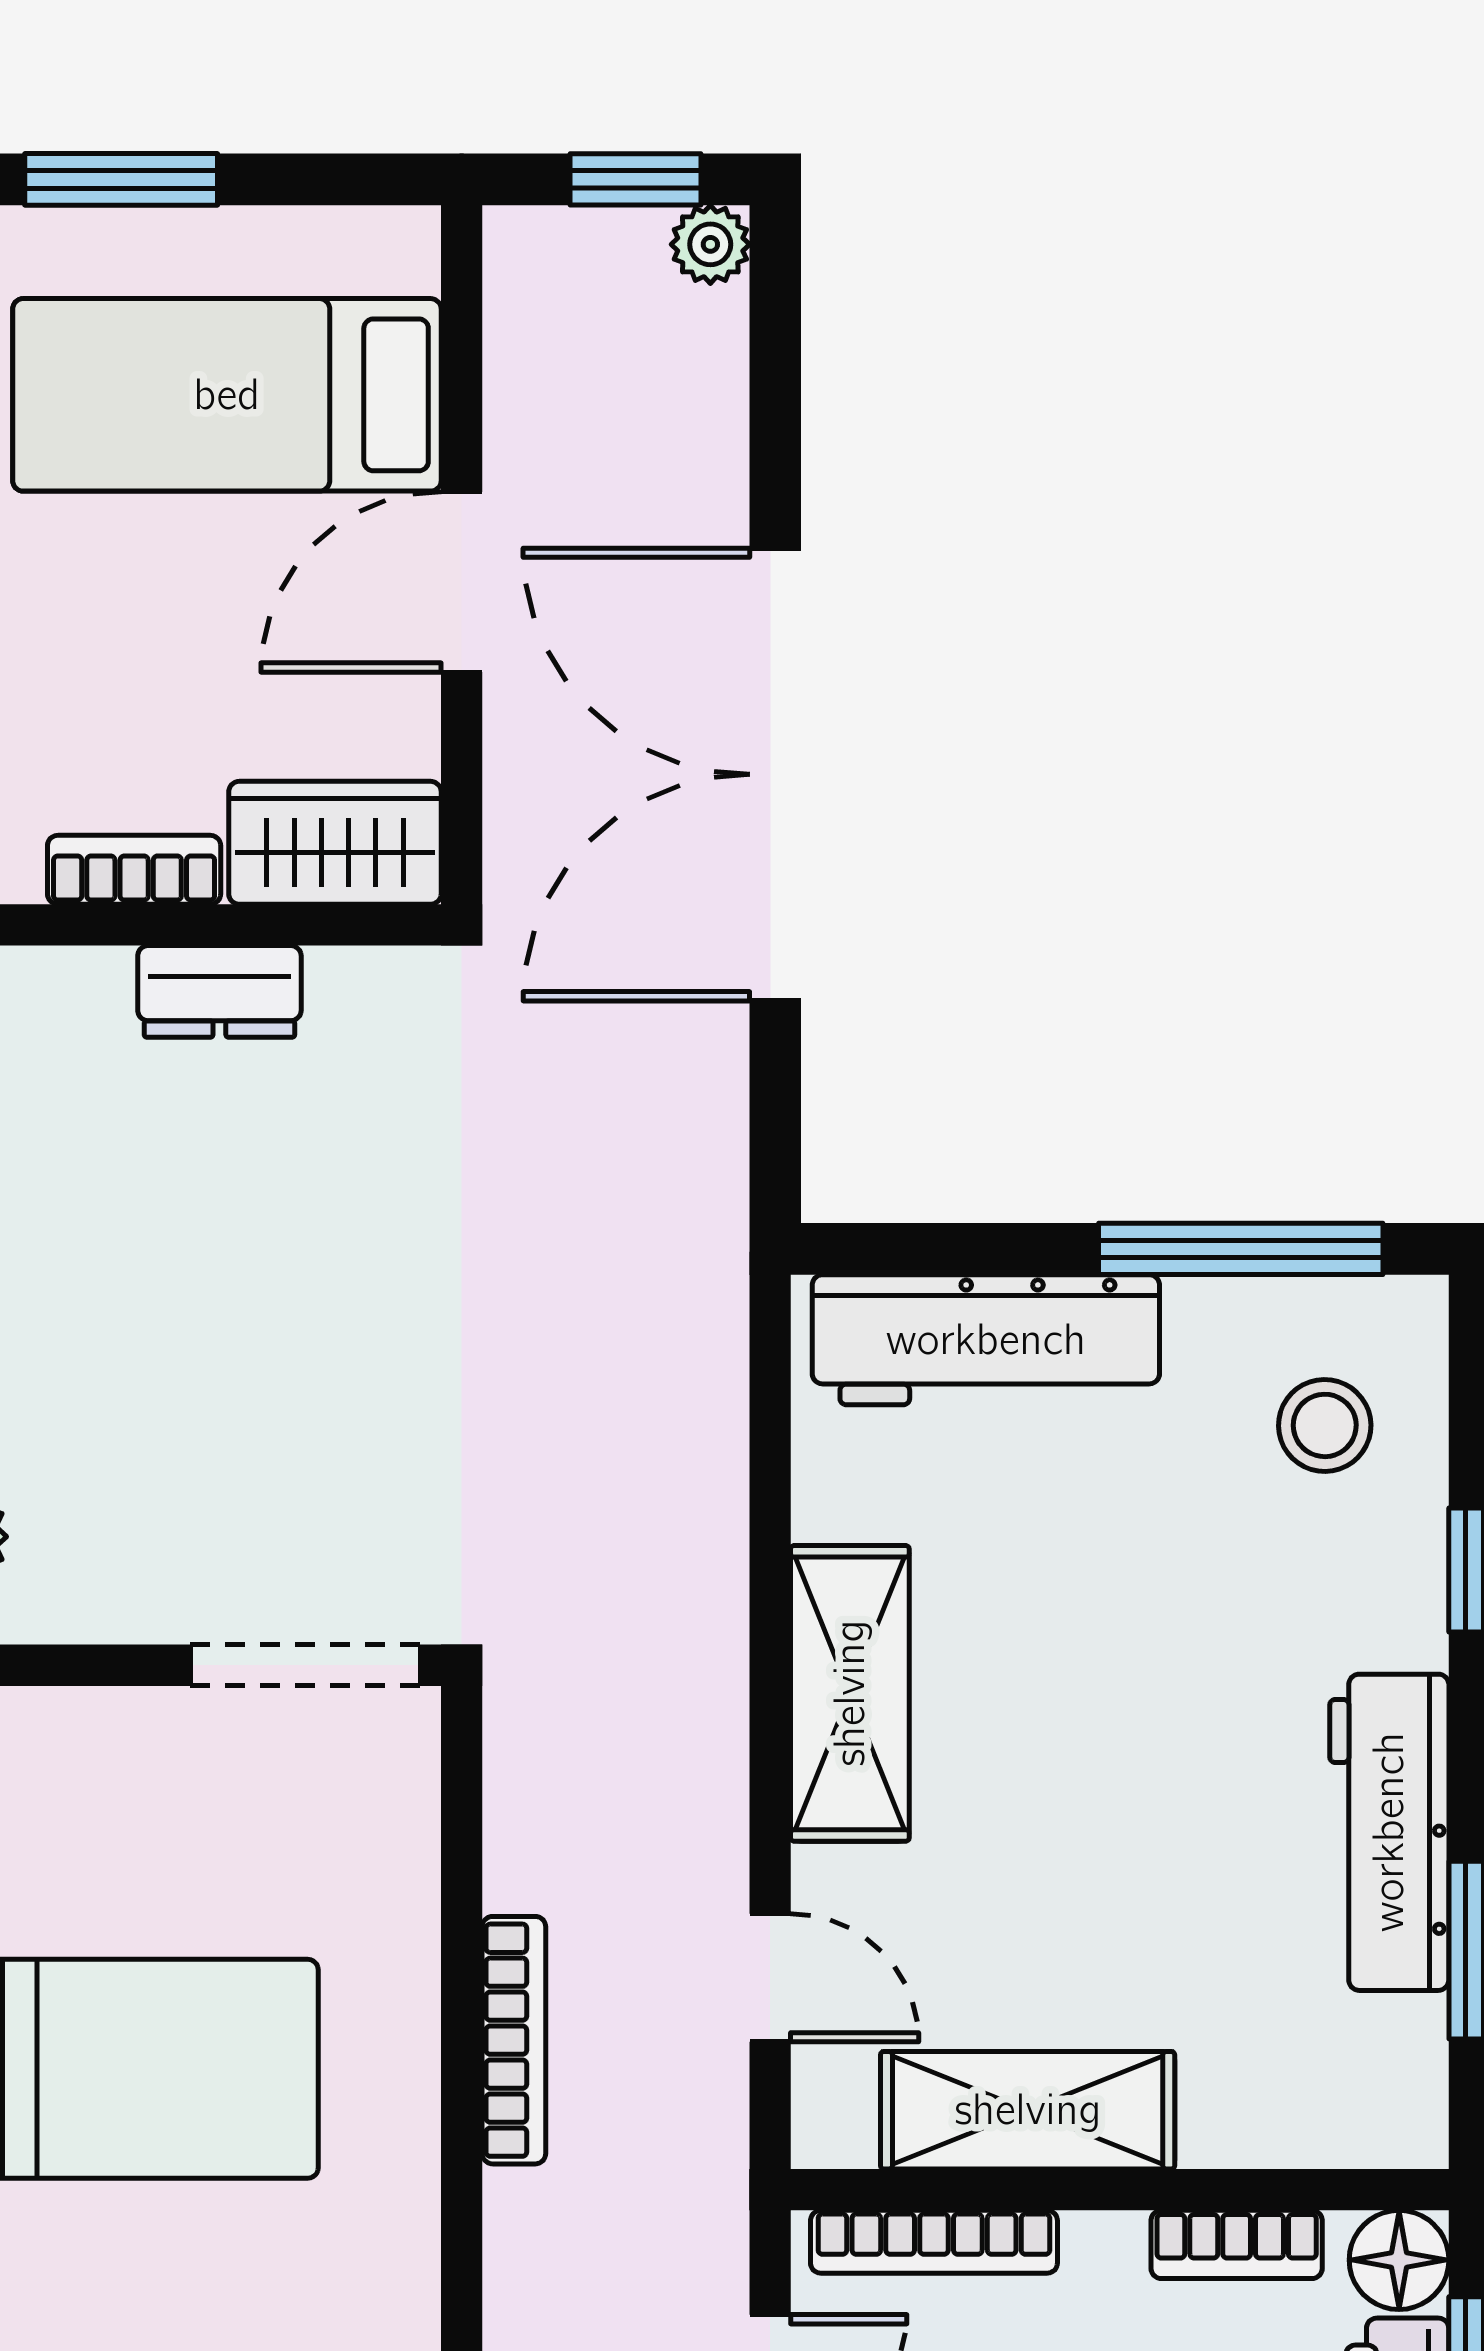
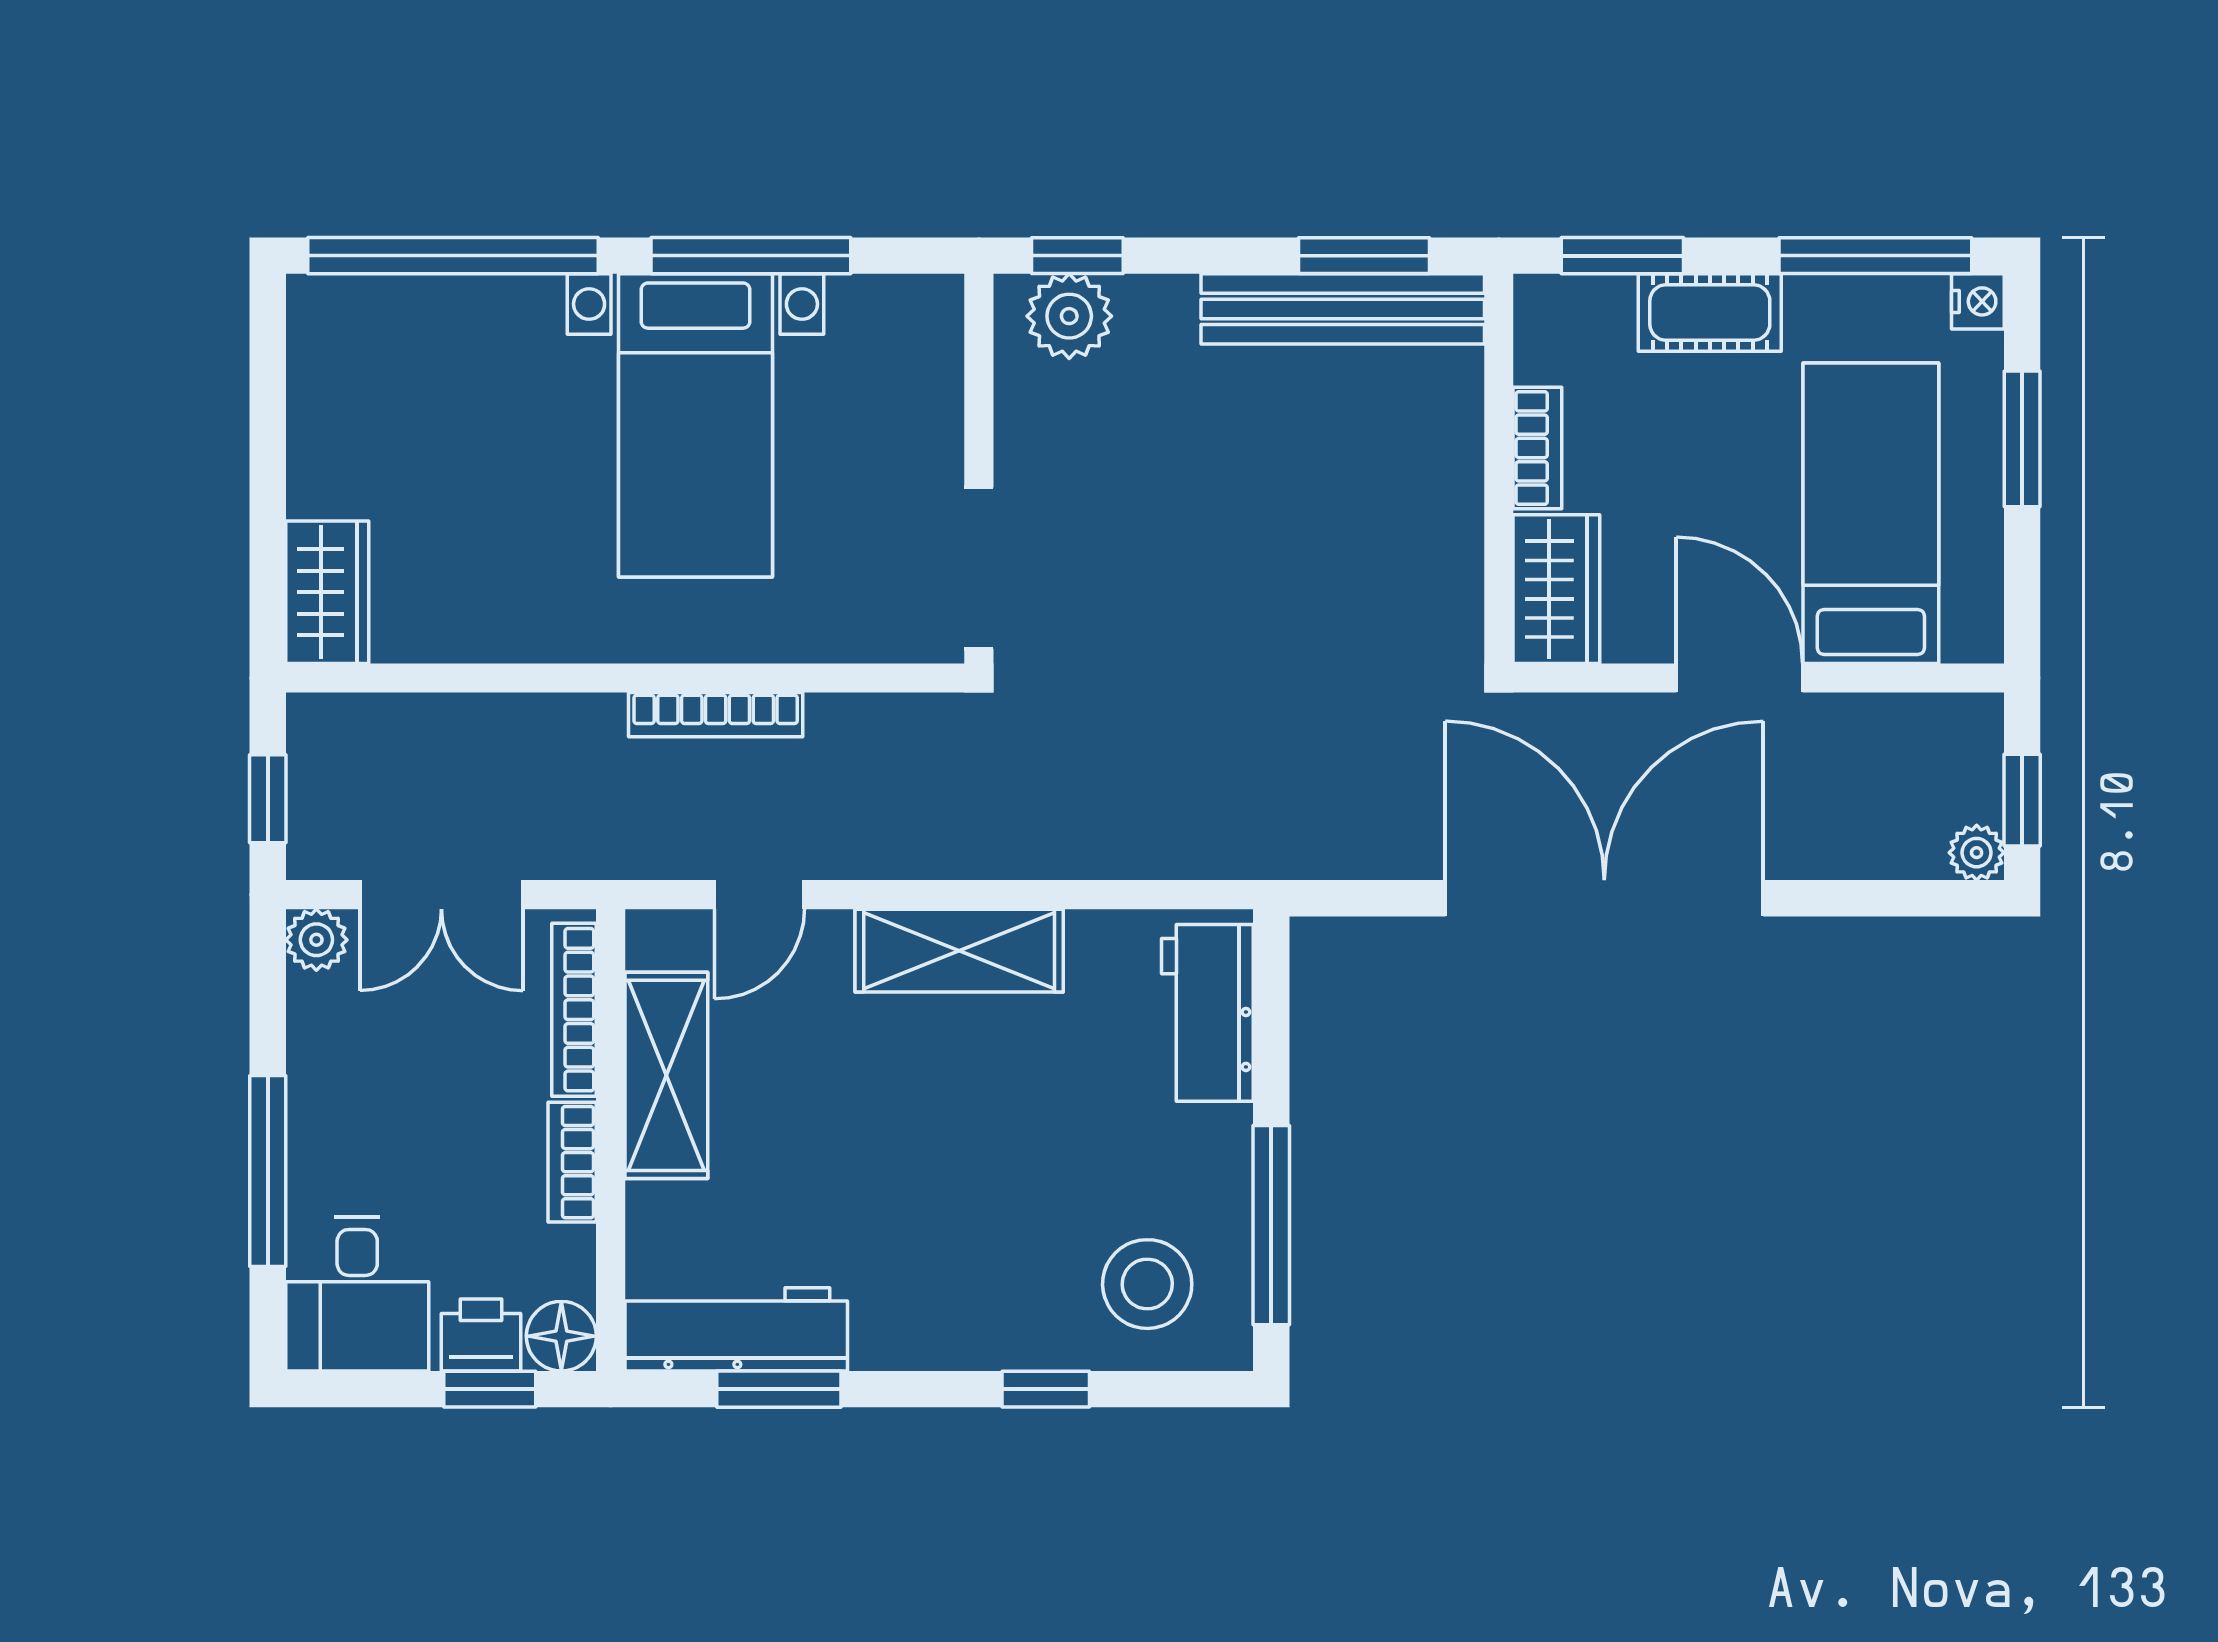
dresser: (219, 991) -> (1452, 508), removed
workbench: (986, 1340) -> (1207, 1013), width x0.73
stool: (1325, 1425) -> (1147, 1284), width x1.38, depth x1.38
workbench: (1389, 1832) -> (736, 1329), moved
bookcase: (1237, 2244) -> (572, 1162), moved

